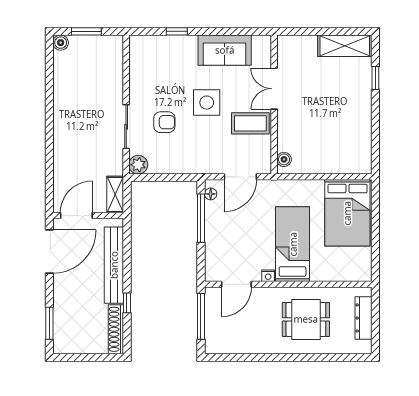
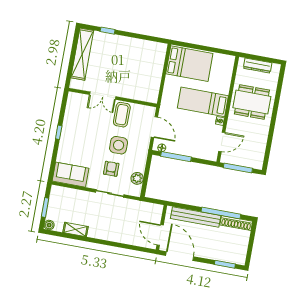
window: (177, 31) -> (59, 132), moved
shelving: (345, 46) -> (82, 54), width x1.47
sofa: (225, 50) -> (71, 175), moved, turned -90
side table: (207, 103) -> (119, 145), moved
boiler: (284, 159) -> (148, 98), removed
plant: (138, 165) -> (137, 178), moved
shelving: (115, 195) -> (76, 229), moved
door: (236, 284) -> (222, 142), hinge flipped
window: (127, 303) -> (221, 213), width x3.17
dining table: (306, 319) -> (252, 102), width x1.38

